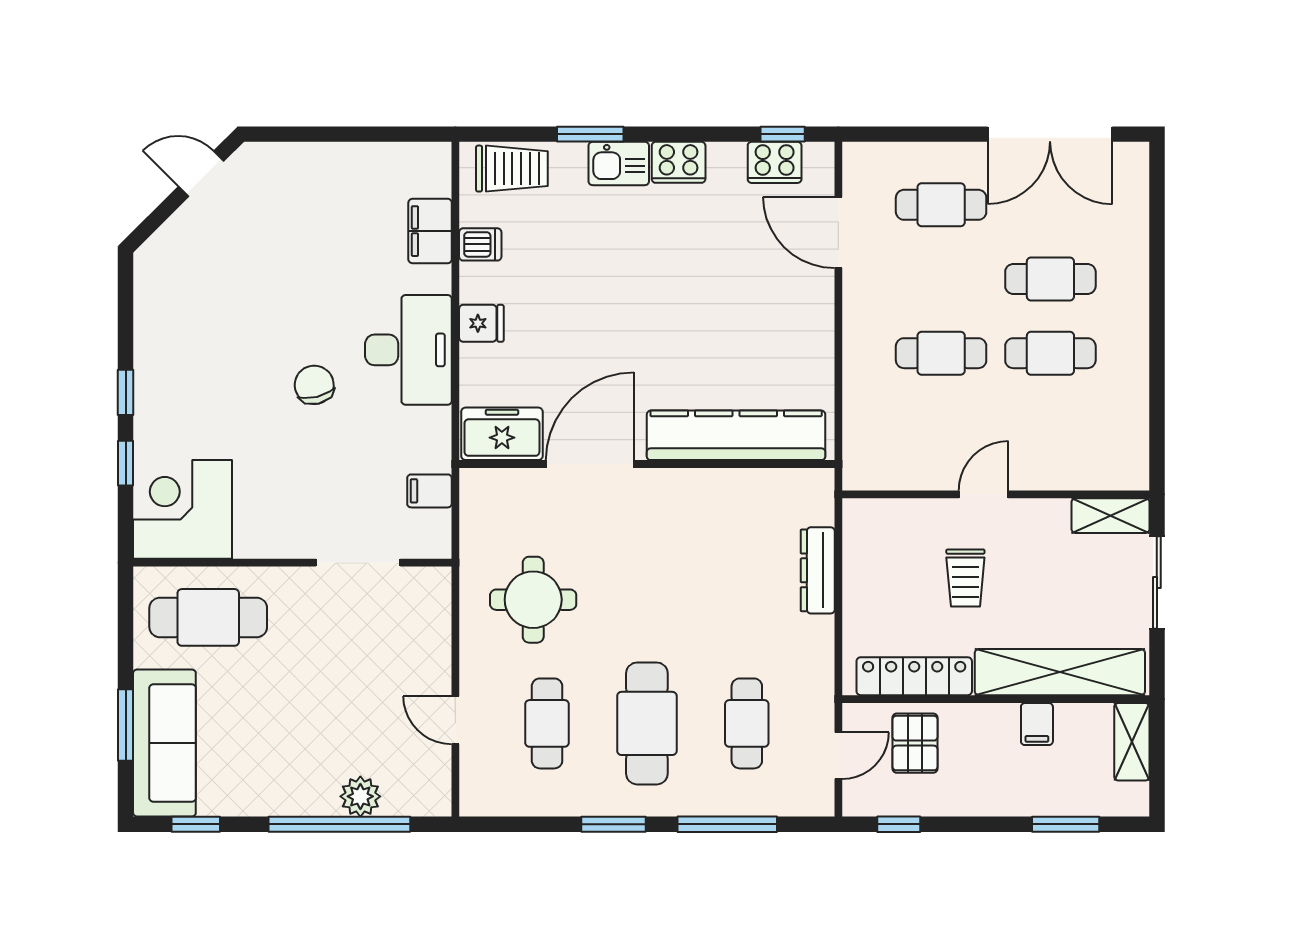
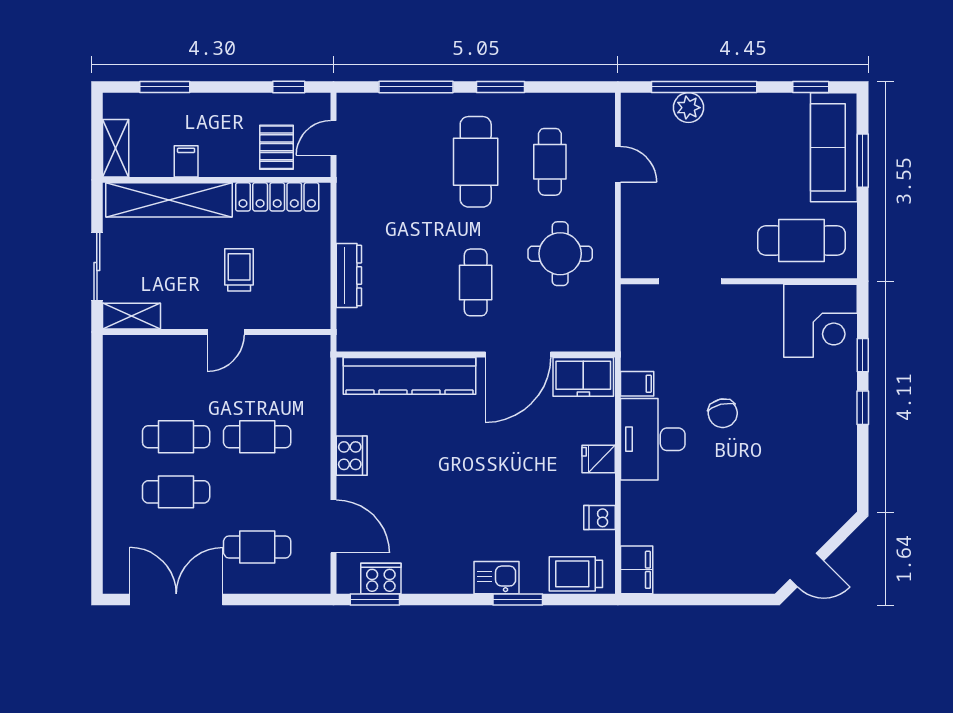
window: (783, 134) -> (375, 599), width x1.50
cooker: (679, 162) -> (352, 456), moved, turned 90
filing cabinet: (430, 231) -> (637, 570), moved
filing cabinet: (429, 491) -> (637, 384), moved
cafe table: (747, 723) -> (476, 282), moved

